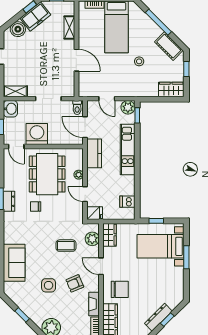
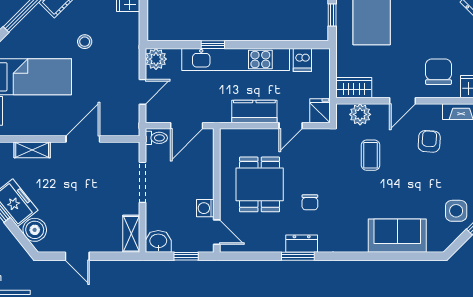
window: (137, 115) -> (213, 45), moved
washing machine: (37, 134) -> (205, 208), width x0.53, depth x0.53
door: (16, 147) -> (217, 232), hinge flipped
kitchen unit: (128, 149) -> (236, 60), width x1.36
kitchen counter: (94, 153) -> (254, 111), moved
dining table: (47, 174) -> (260, 184), width x0.73
plant: (79, 175) -> (260, 136), removed
armchair: (75, 283) -> (429, 141), turned -153
side table: (49, 285) -> (456, 211), moved

